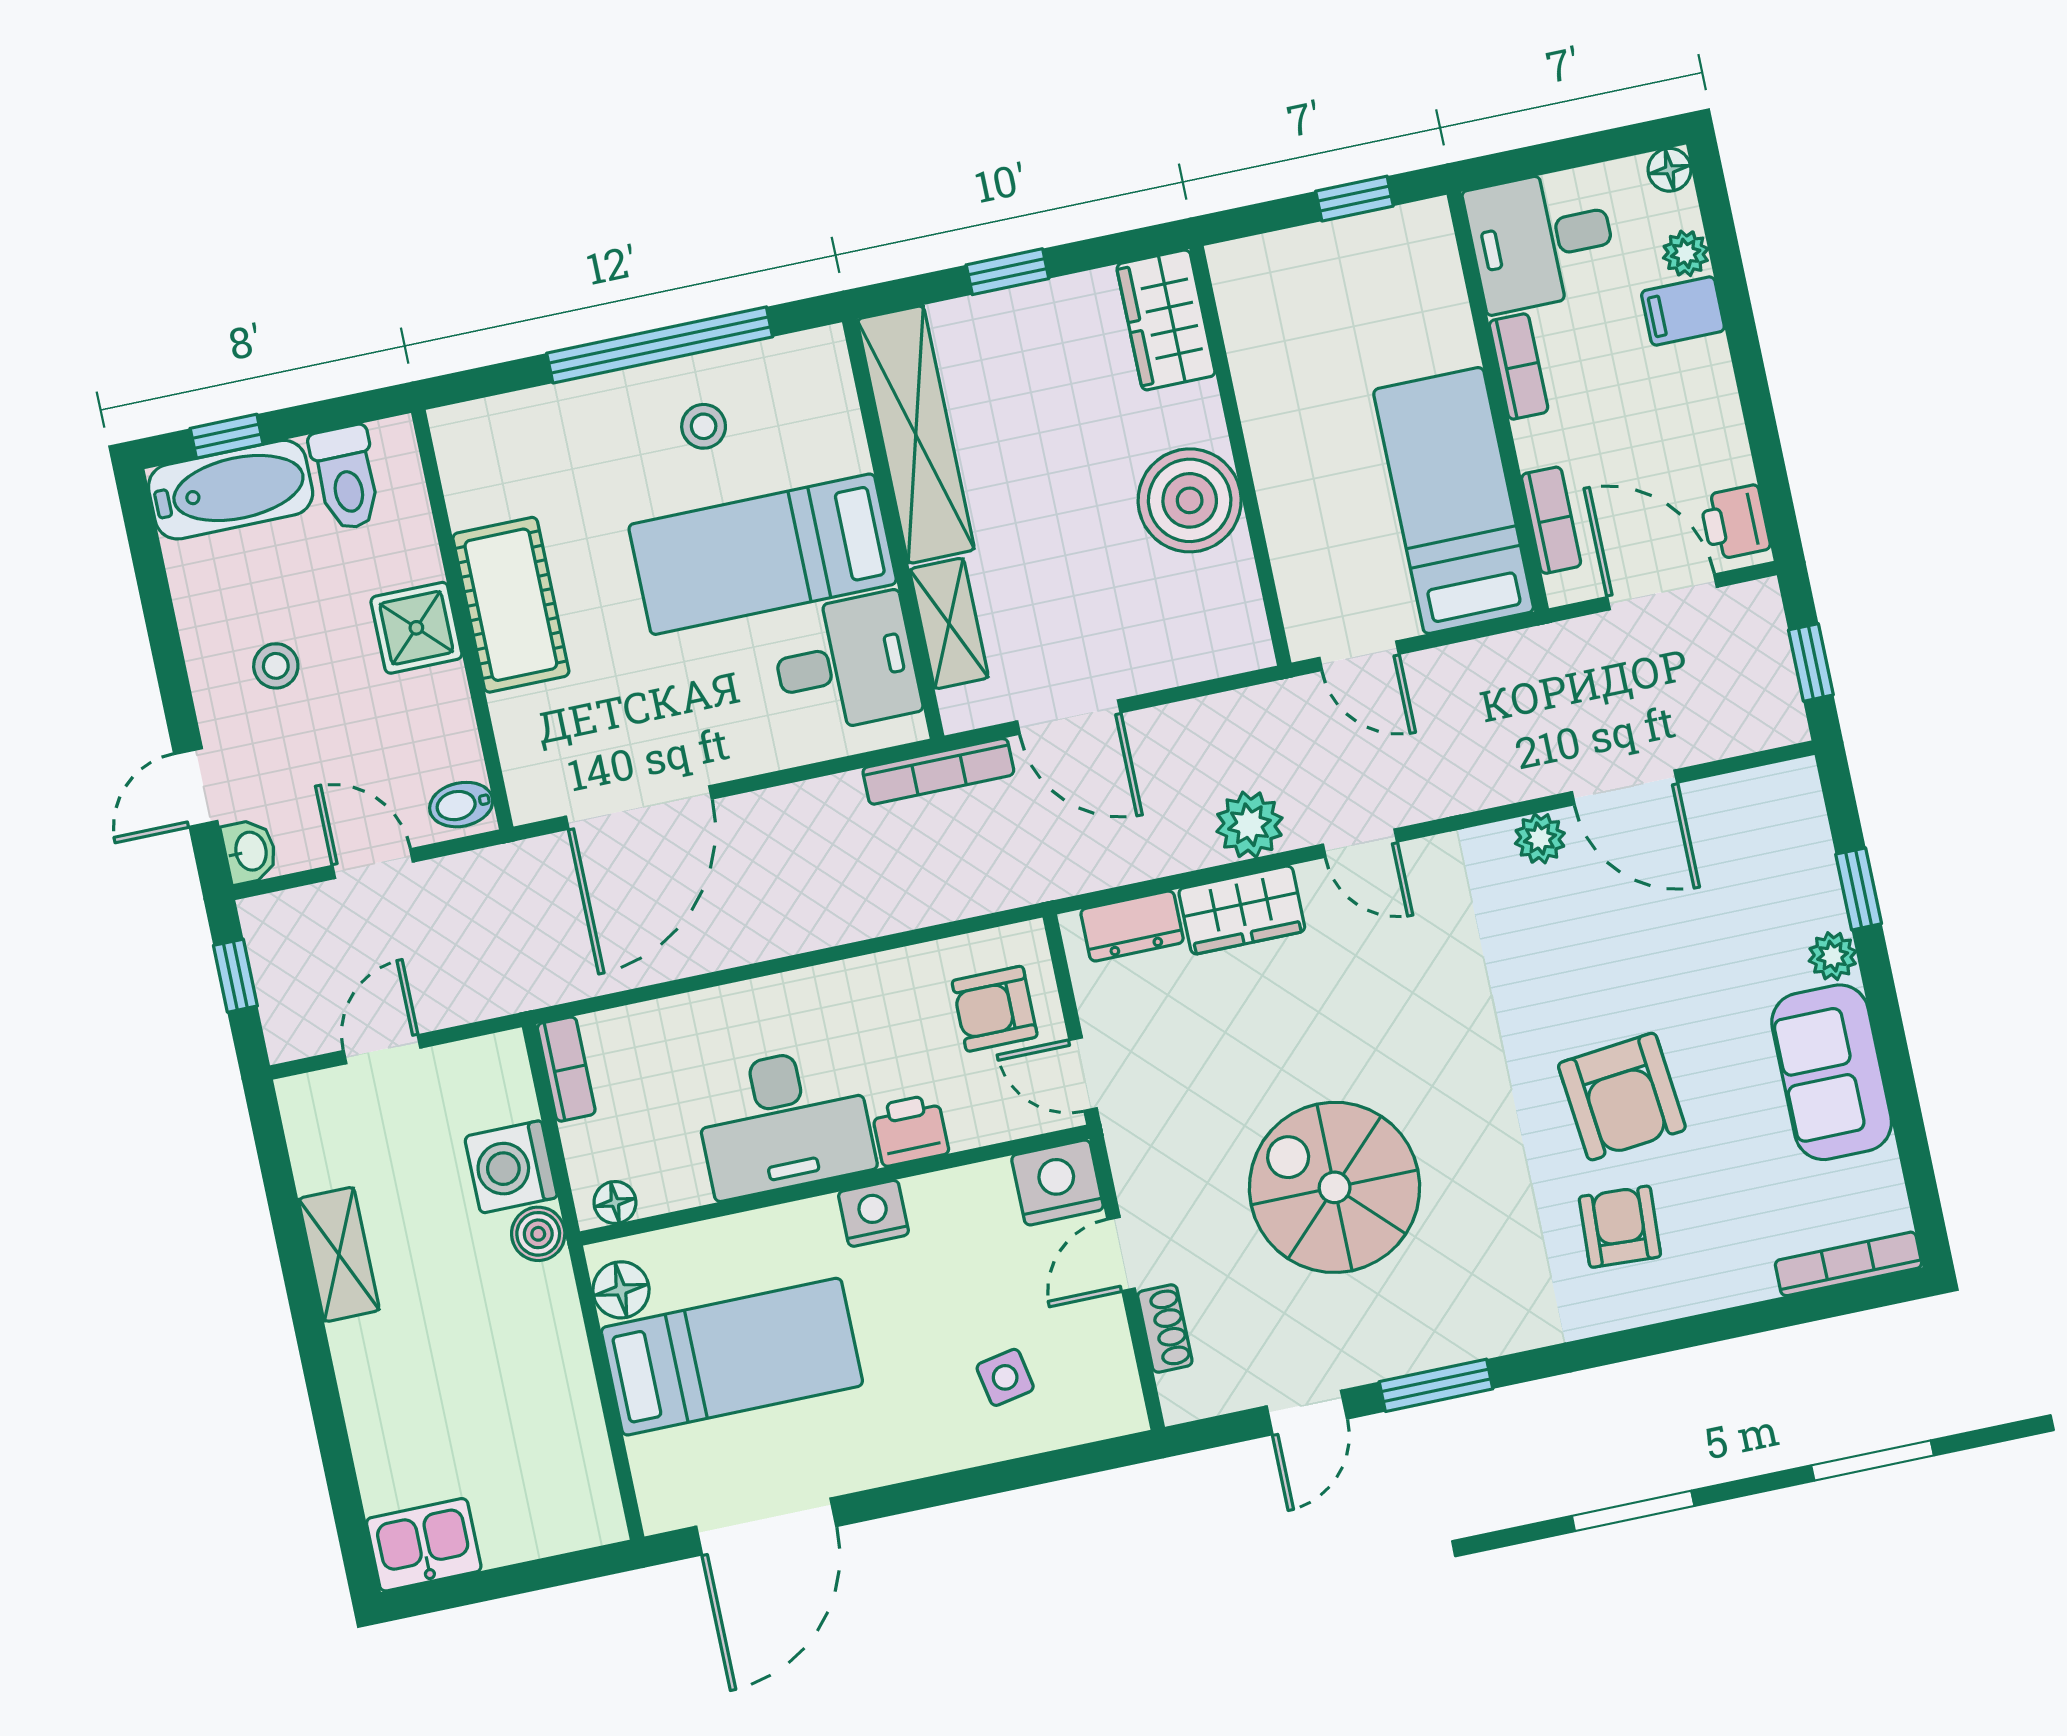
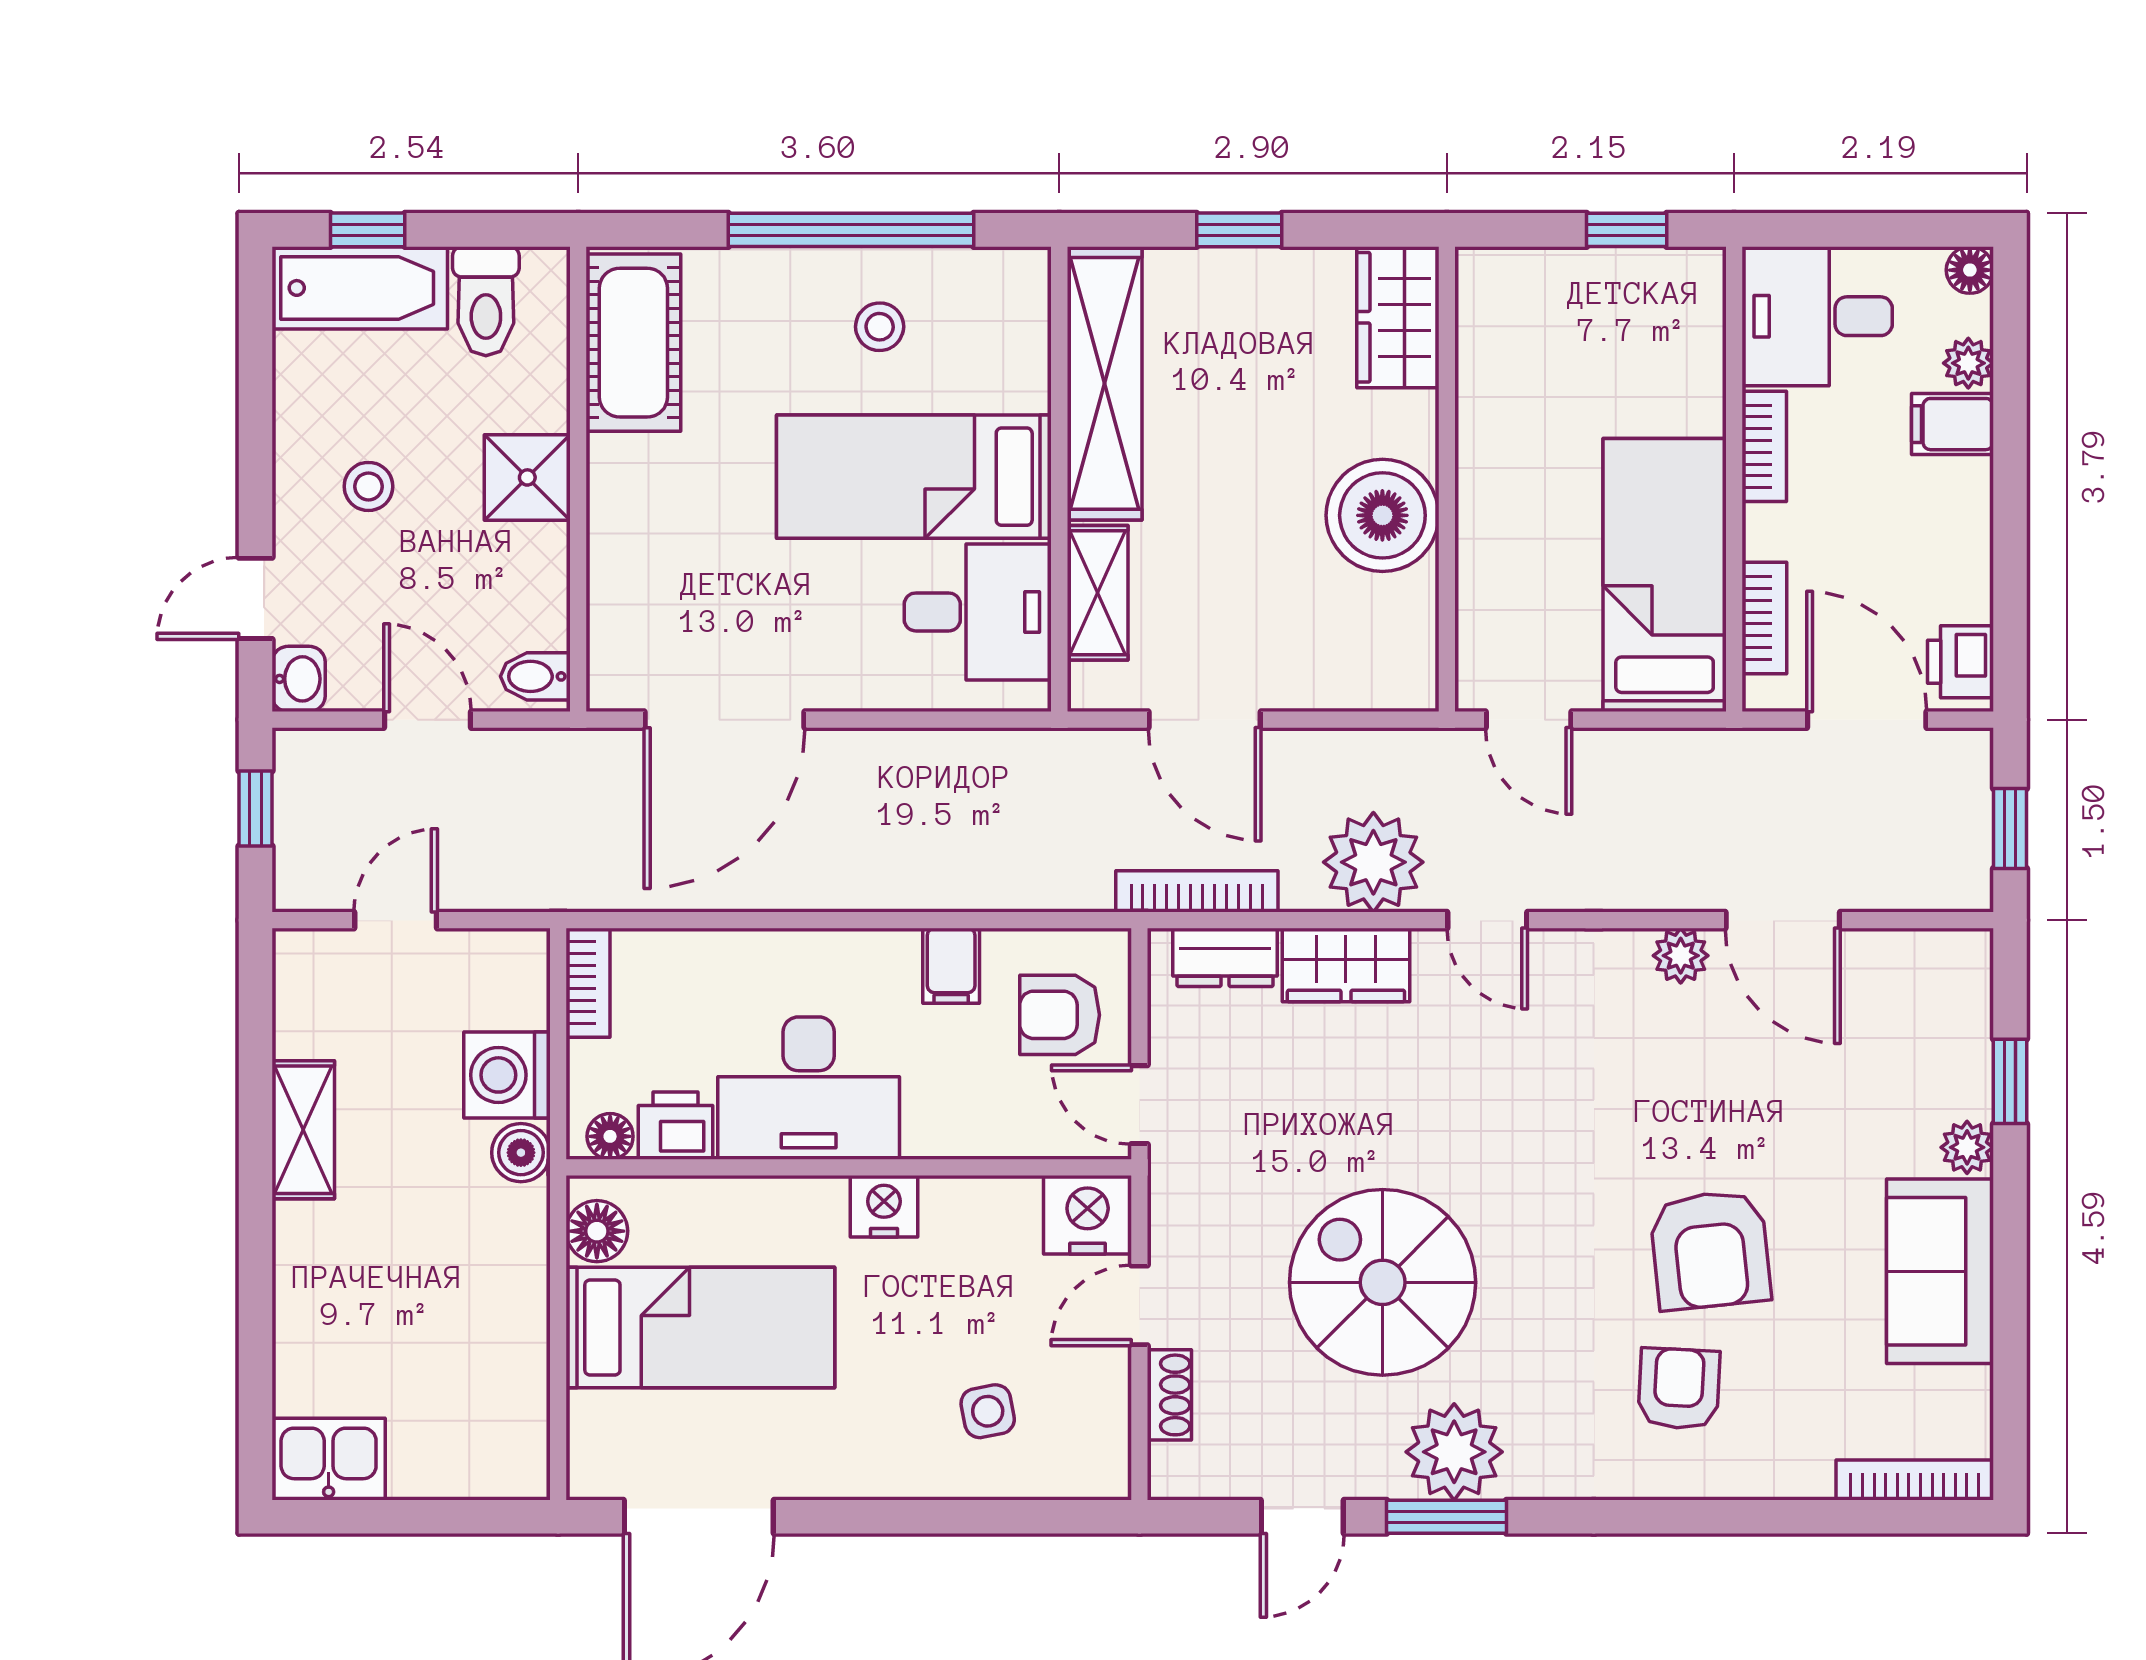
cot: (511, 605) -> (633, 343), moved
bookcase: (938, 771) -> (1197, 891), moved, turned 180
plant: (1249, 825) -> (1373, 862), width x1.36, depth x1.36
filing cabinet: (888, 985) -> (951, 966), added
printer: (910, 1130) -> (675, 1126), moved
plant: (1431, 1326) -> (1454, 1452), added

